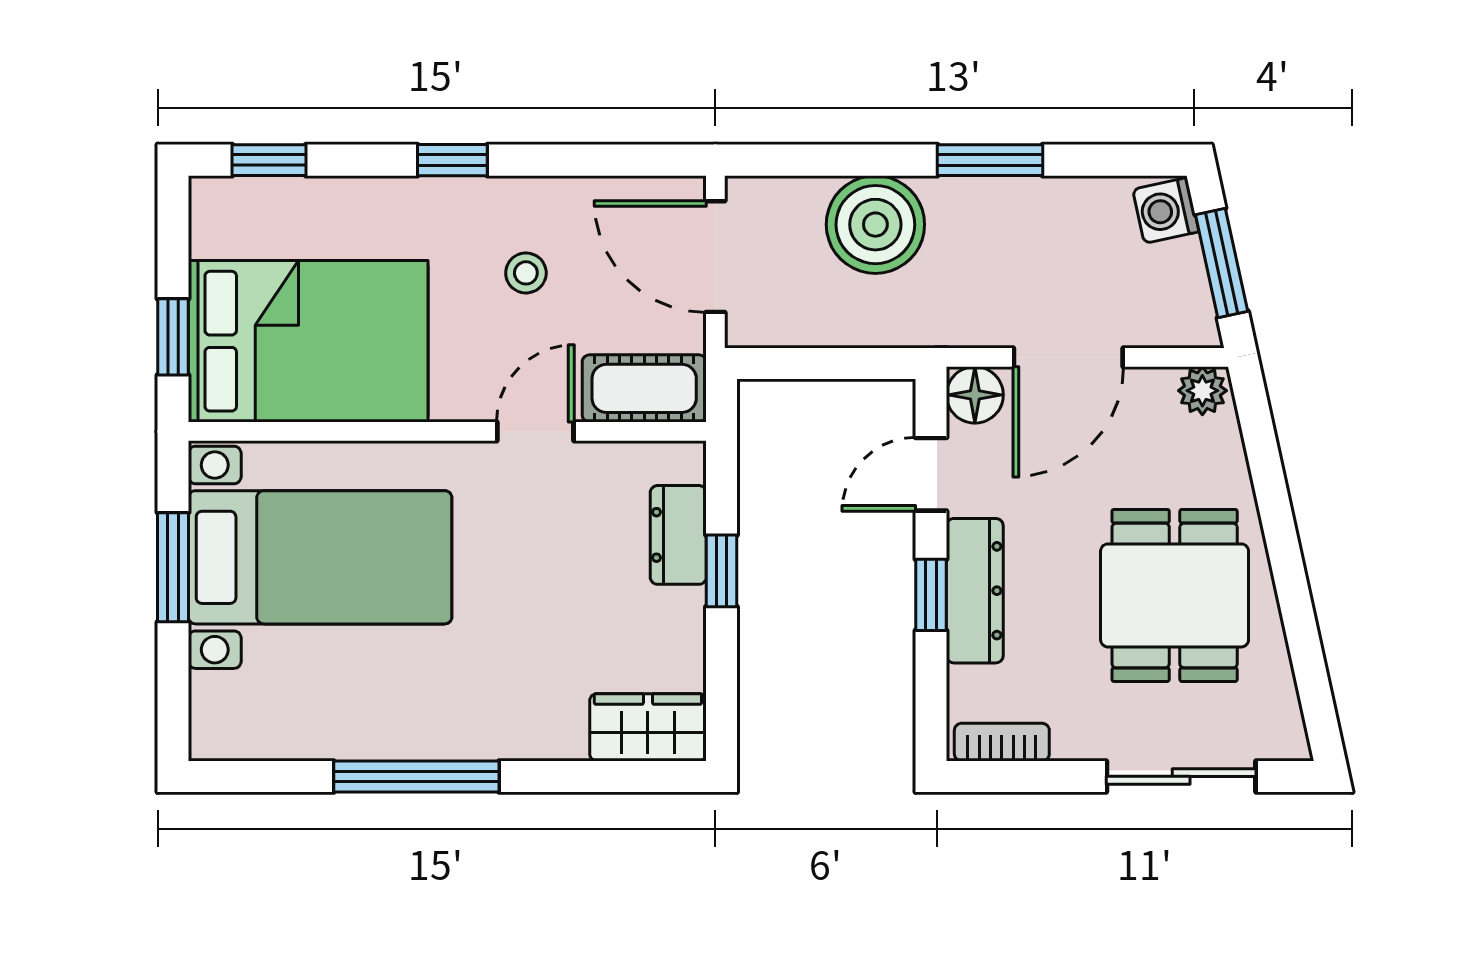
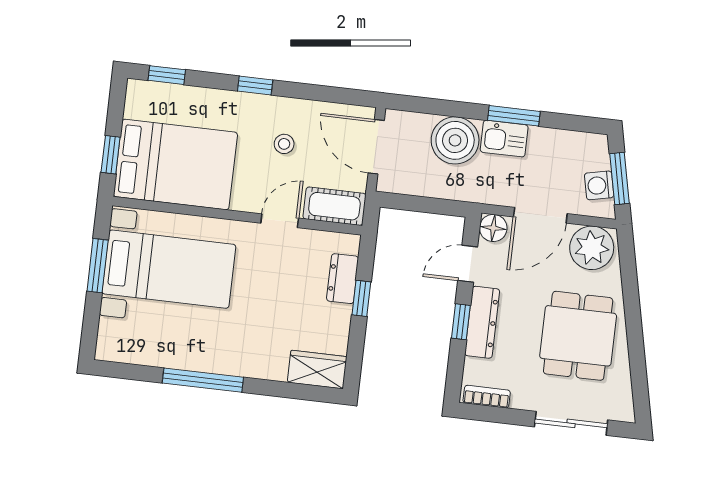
kitchen sink: (976, 209) -> (504, 139), added
washing machine: (1166, 211) -> (599, 185), moved
plant: (1202, 391) -> (592, 248), width x1.87, depth x1.87

